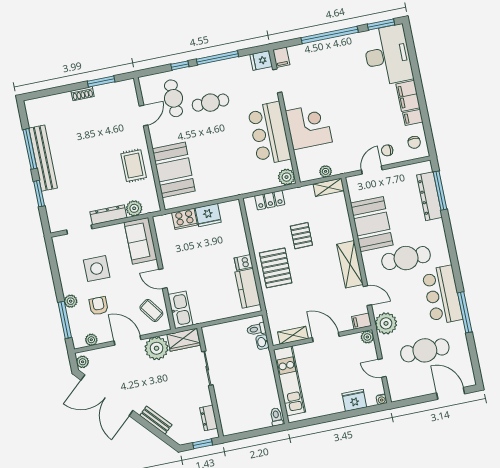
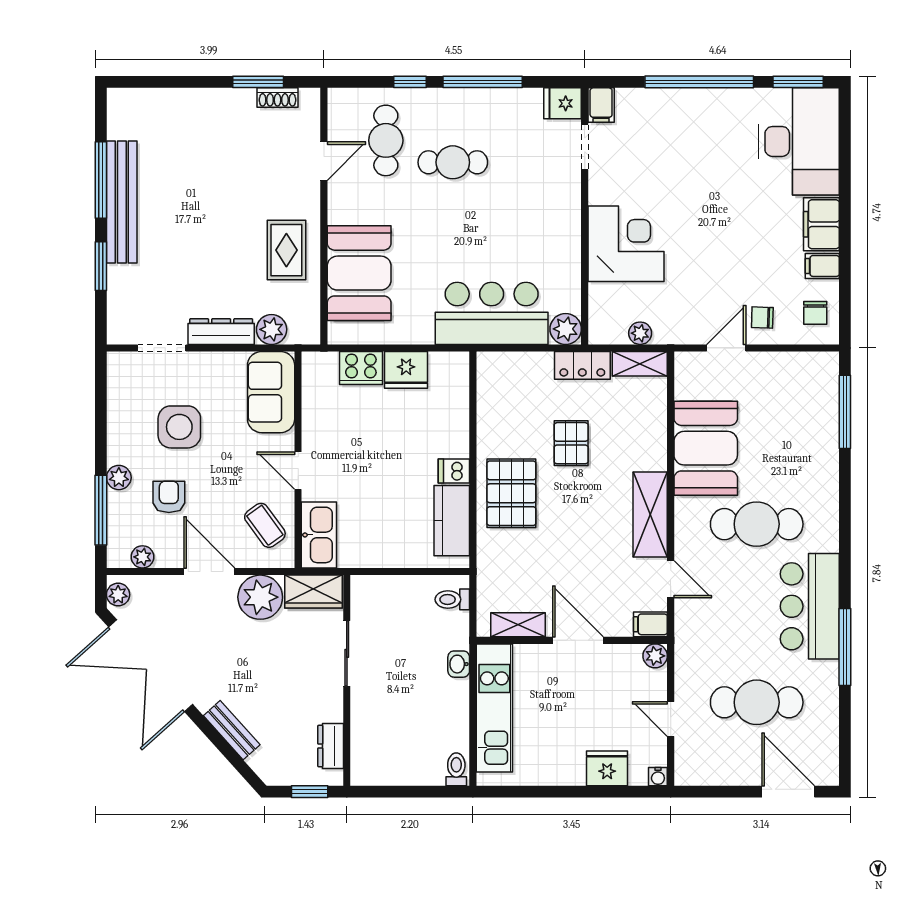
shoe rack: (83, 94) -> (278, 98), moved
bar counter: (269, 133) -> (492, 313), moved, turned 90
dresser: (430, 196) -> (823, 418), removed
locker: (270, 200) -> (582, 365), moved
plant: (386, 323) -> (695, 638), removed
washbasin: (262, 342) -> (459, 664), moved

